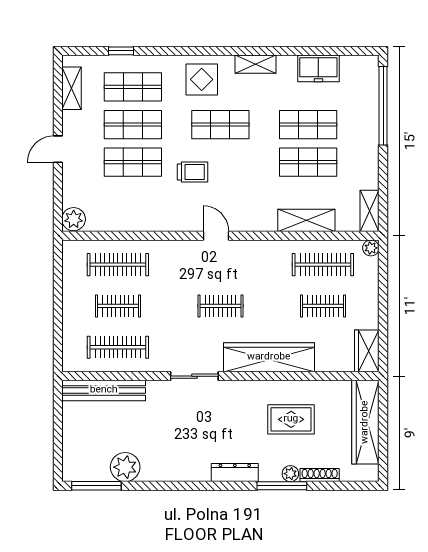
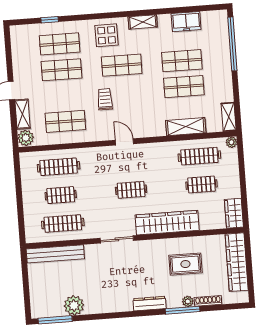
shelving: (72, 88) -> (23, 114), moved
shop shelf: (133, 162) -> (65, 121), moved
trolley: (193, 172) -> (105, 99), turned -90

